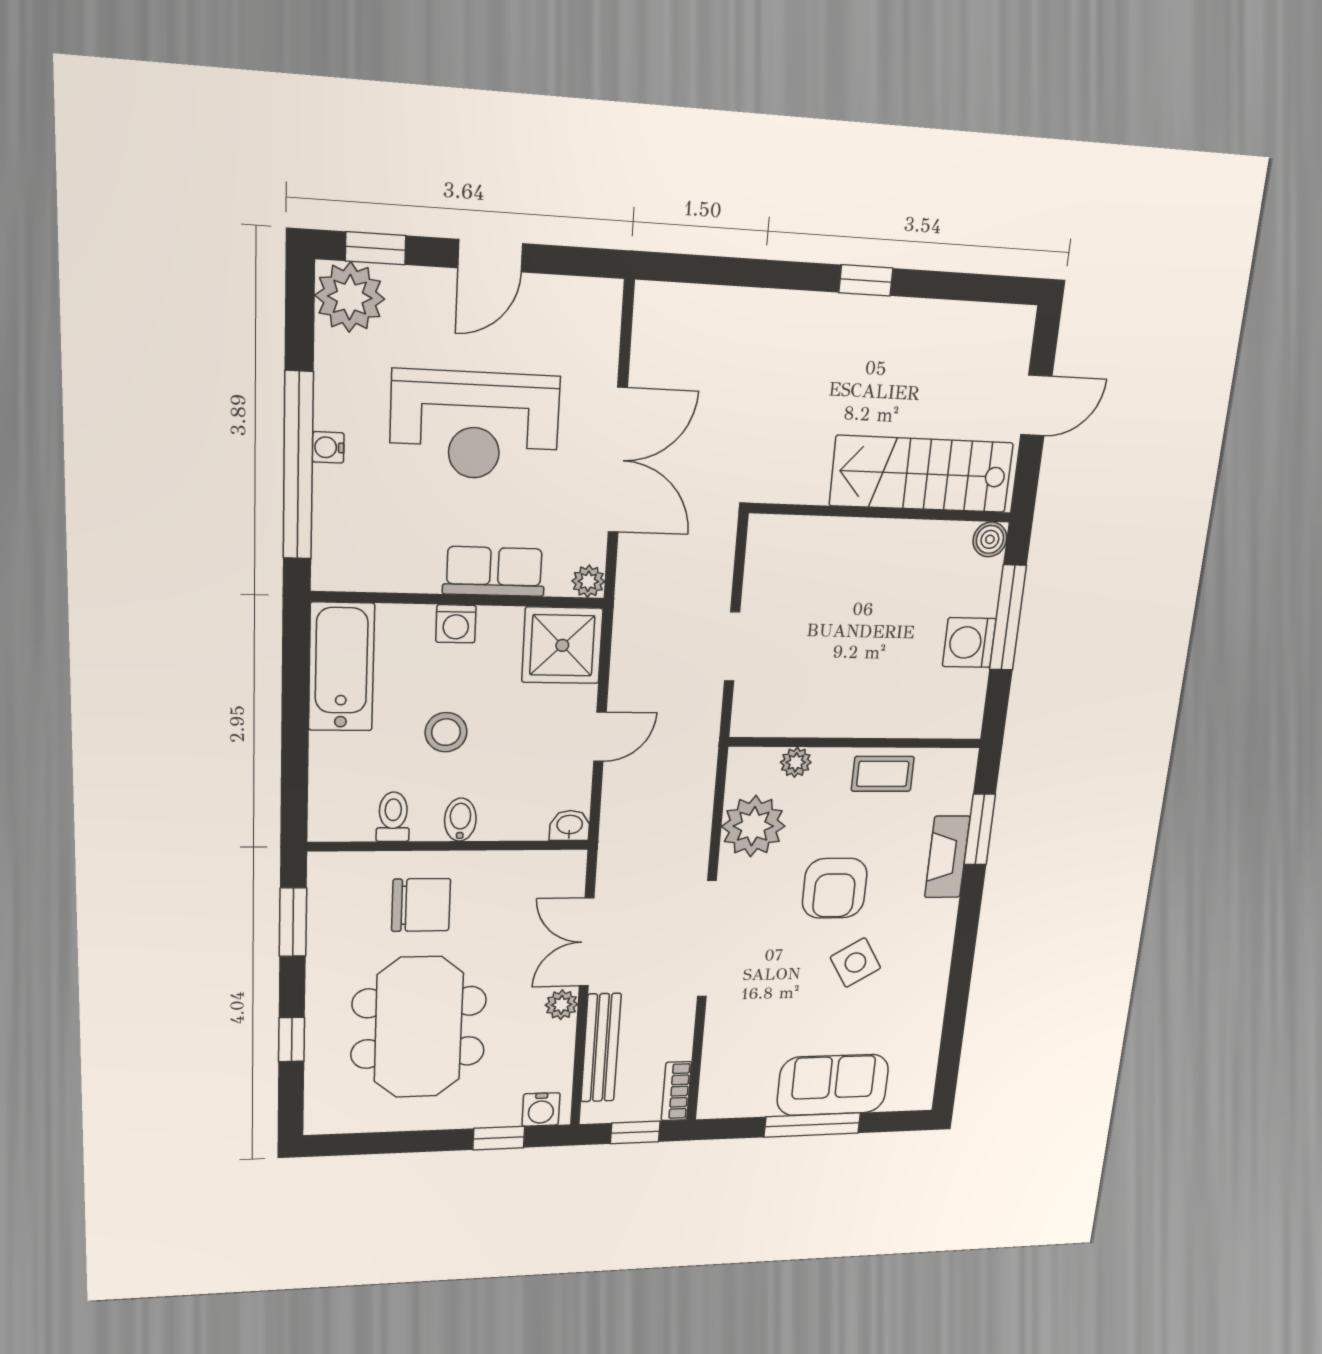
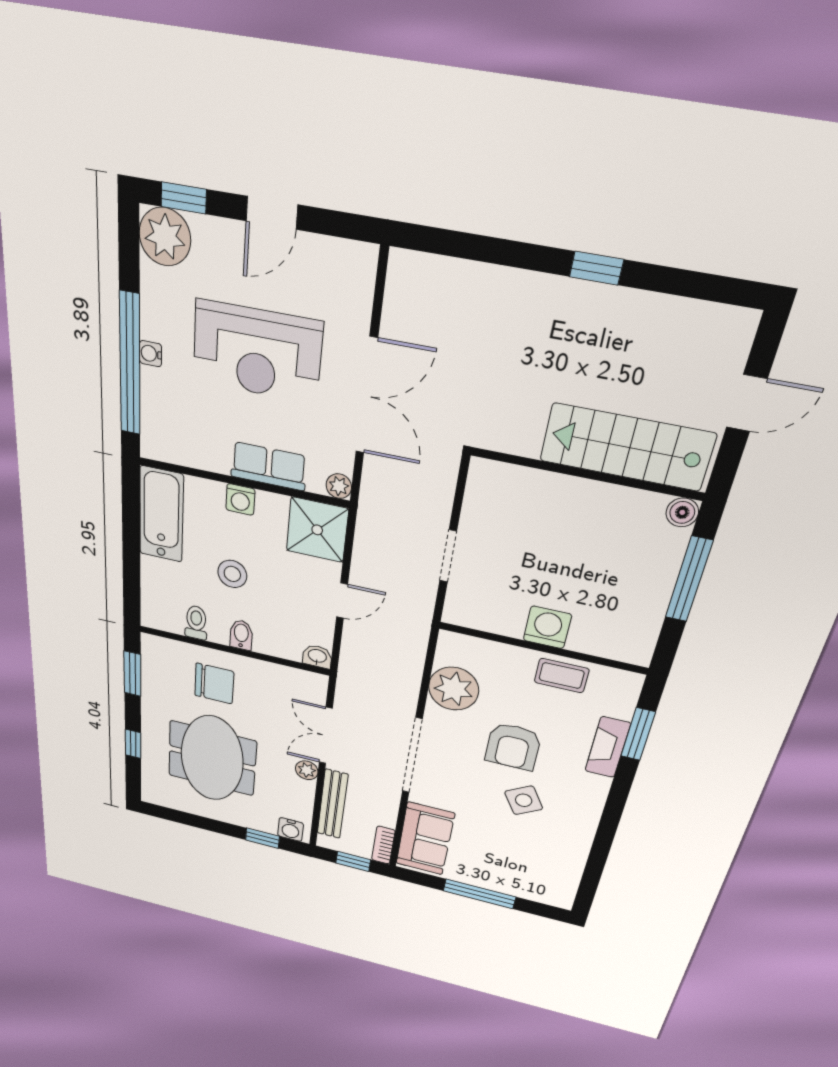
washing machine: (969, 643) -> (547, 627), moved, turned 90
plant: (796, 762) -> (491, 651), removed
sofa: (833, 1085) -> (425, 839), moved, turned 90

